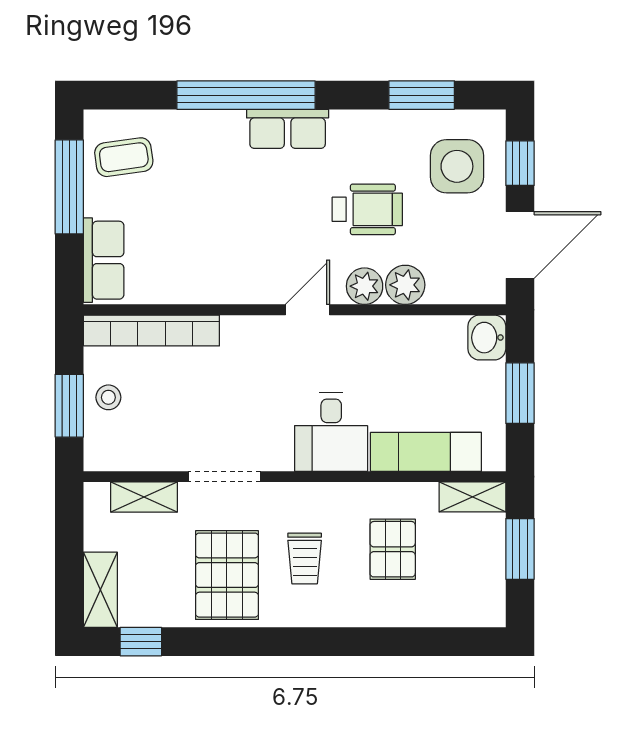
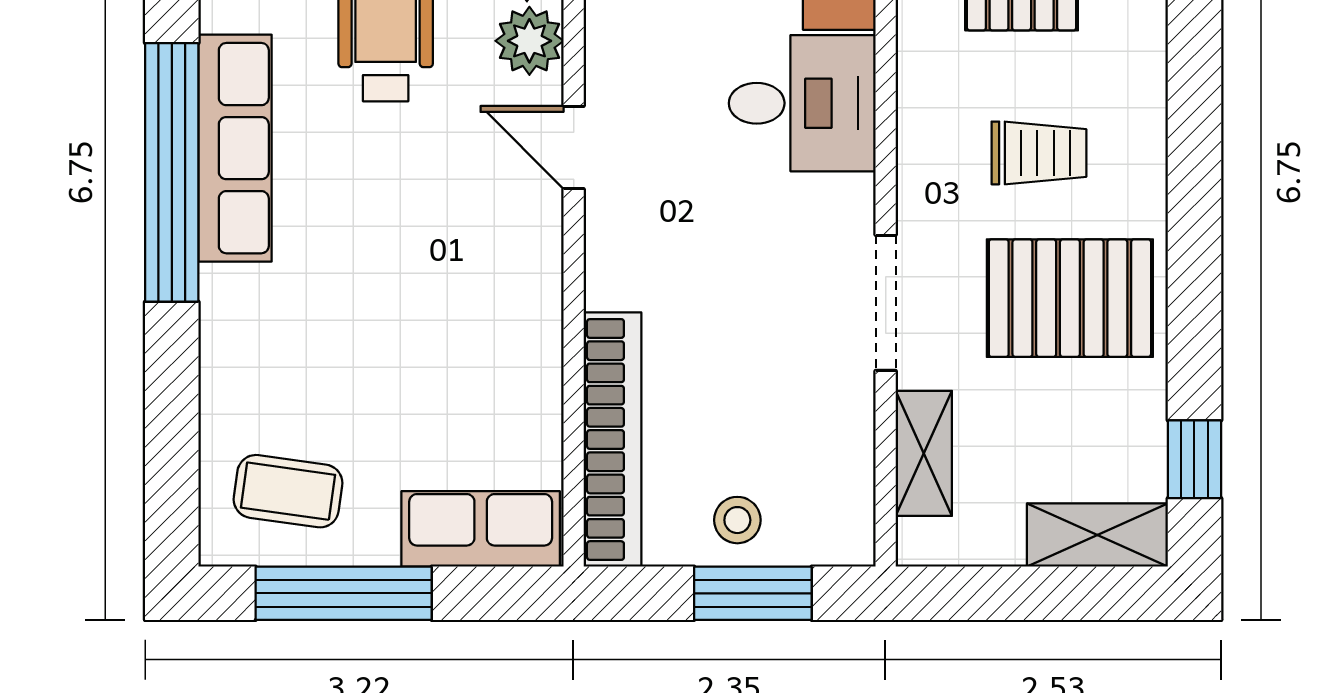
window: (246, 95) -> (172, 172), moved
row of seats: (288, 129) -> (235, 148), width x1.48
coffee table: (124, 157) -> (288, 491), turned -74

